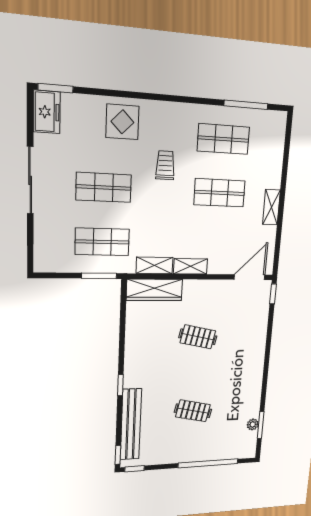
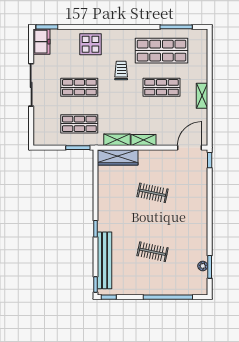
shop shelf: (223, 139) -> (161, 51), width x1.43, depth x1.36

